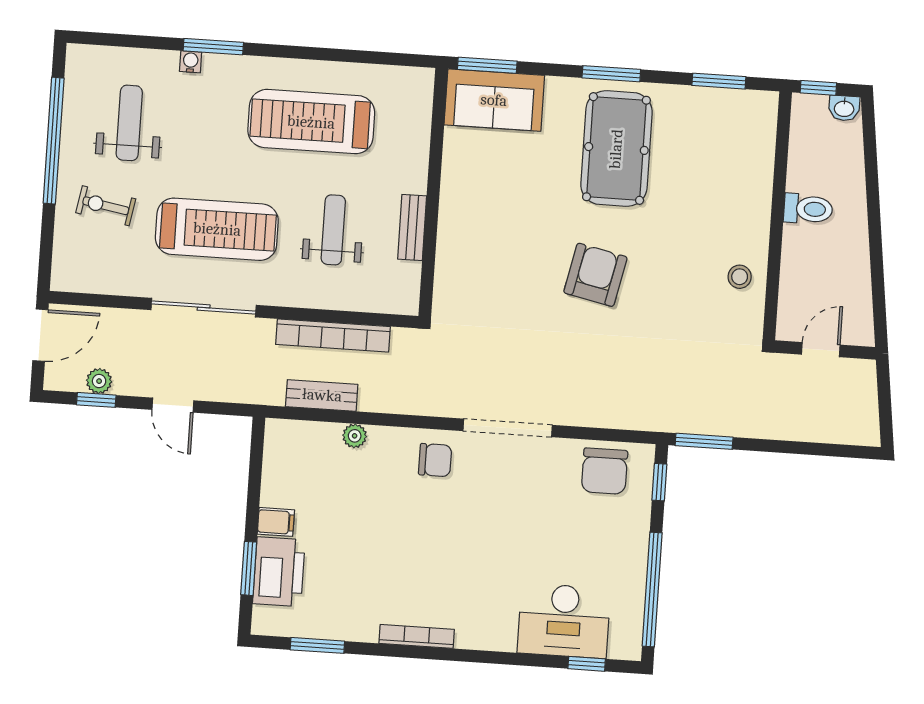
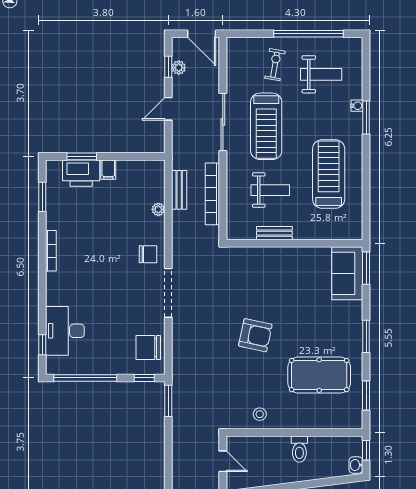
pool table: (616, 149) -> (319, 375), moved
chair: (435, 460) -> (148, 254), turned -90

